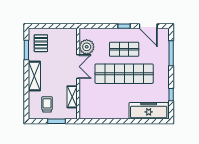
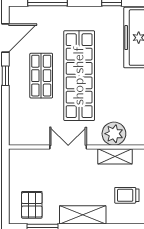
pallet: (41, 43) -> (32, 205), turned 90
plant: (87, 47) -> (114, 134), moved

